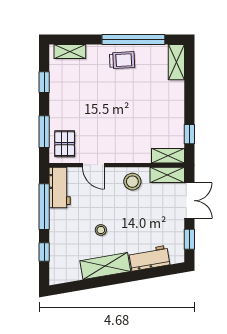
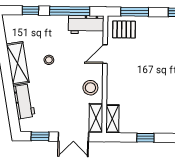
window: (189, 134) -> (145, 138), moved

